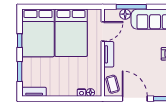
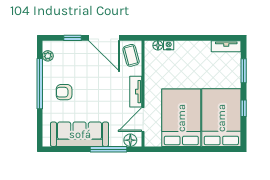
floor lamp: (125, 14) -> (130, 140), moved

